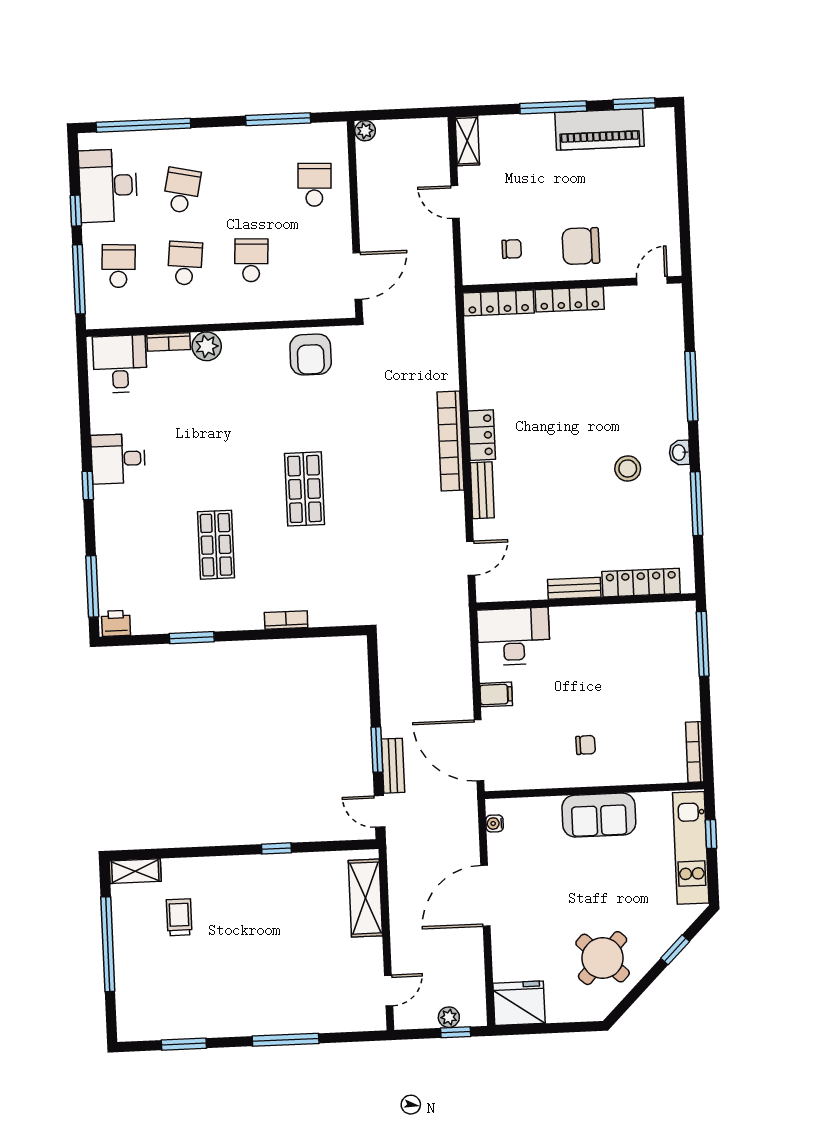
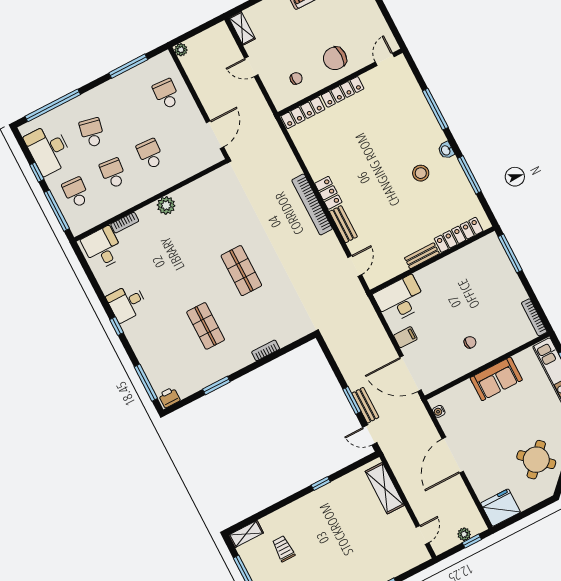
plant: (207, 346) -> (166, 205), moved
armchair: (311, 355) -> (209, 192), removed

